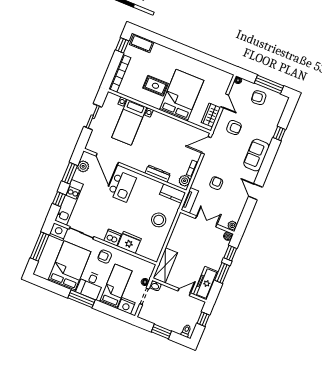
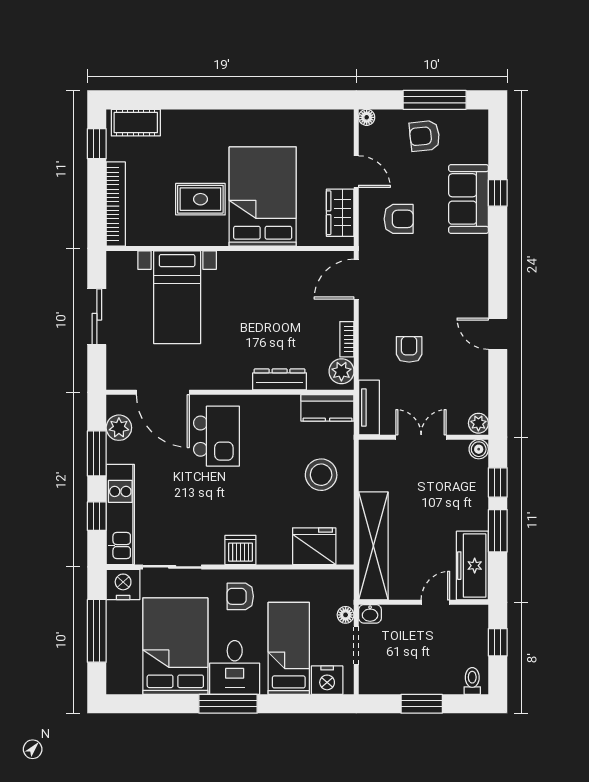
sofa: (256, 155) -> (469, 199), moved
fridge: (129, 242) -> (314, 546), moved
shelving: (165, 265) -> (373, 546), width x1.47

